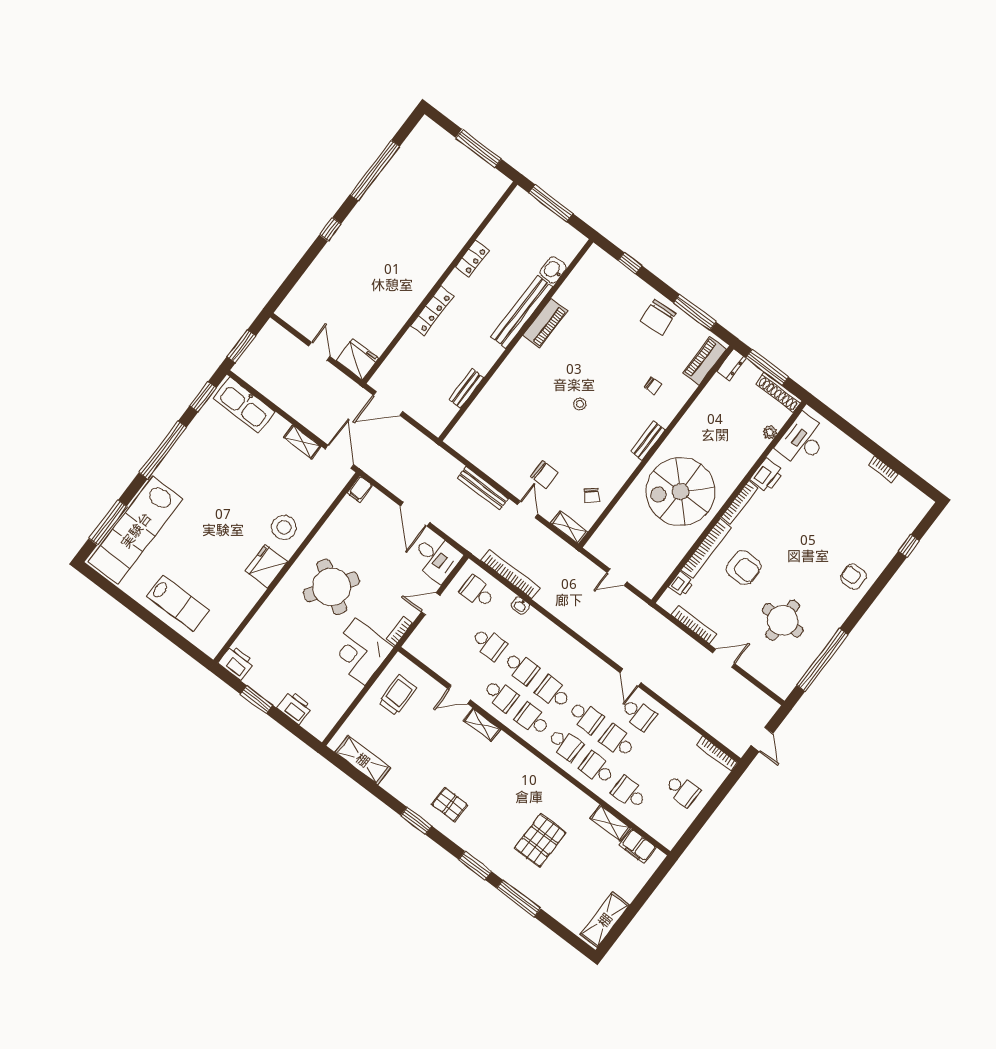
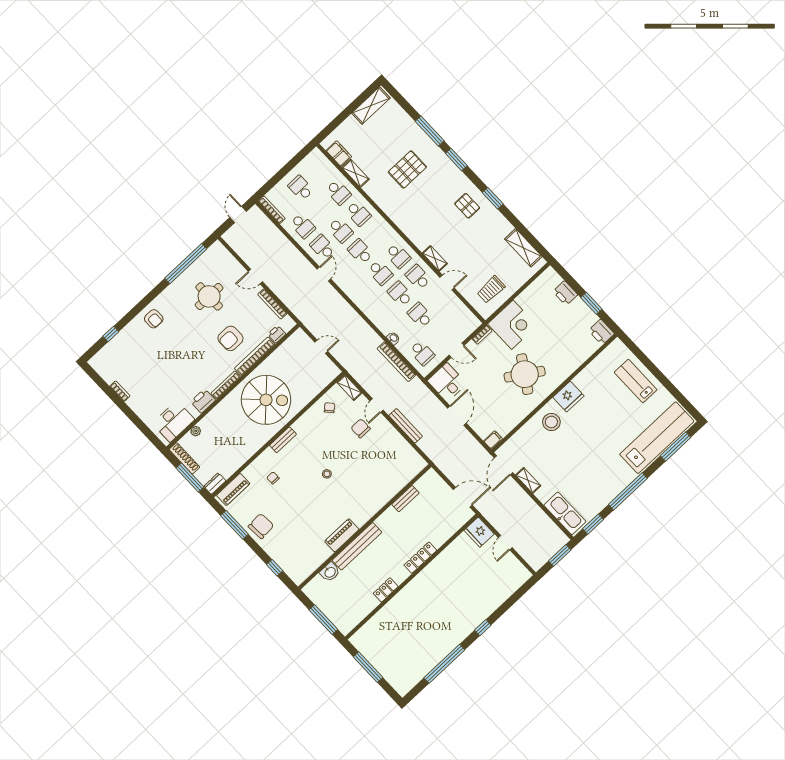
armchair: (744, 568) -> (230, 338), turned -90
school desk: (565, 744) -> (303, 226), moved, turned 180

